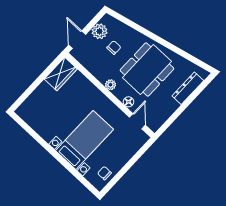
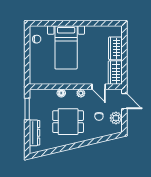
dining table: (147, 69) -> (68, 122), width x0.73
wardrobe: (40, 96) -> (115, 48), added
window: (174, 117) -> (27, 109), added
door: (137, 121) -> (99, 87), moved

